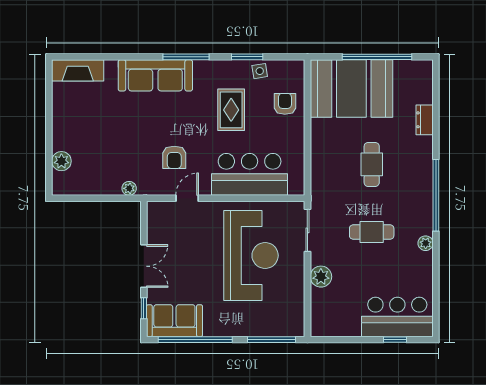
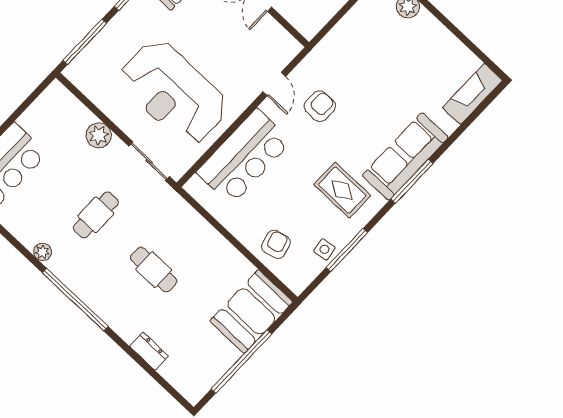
window: (186, 57) -> (412, 181), moved
window: (247, 57) -> (347, 250), width x1.44
booth: (351, 88) -> (251, 311), width x0.73, depth x0.70
armchair: (285, 104) -> (276, 244), turned -105
rug: (231, 110) -> (342, 190), moved
armchair: (174, 157) -> (320, 106), turned 90
plant: (129, 188) -> (330, 42), removed

